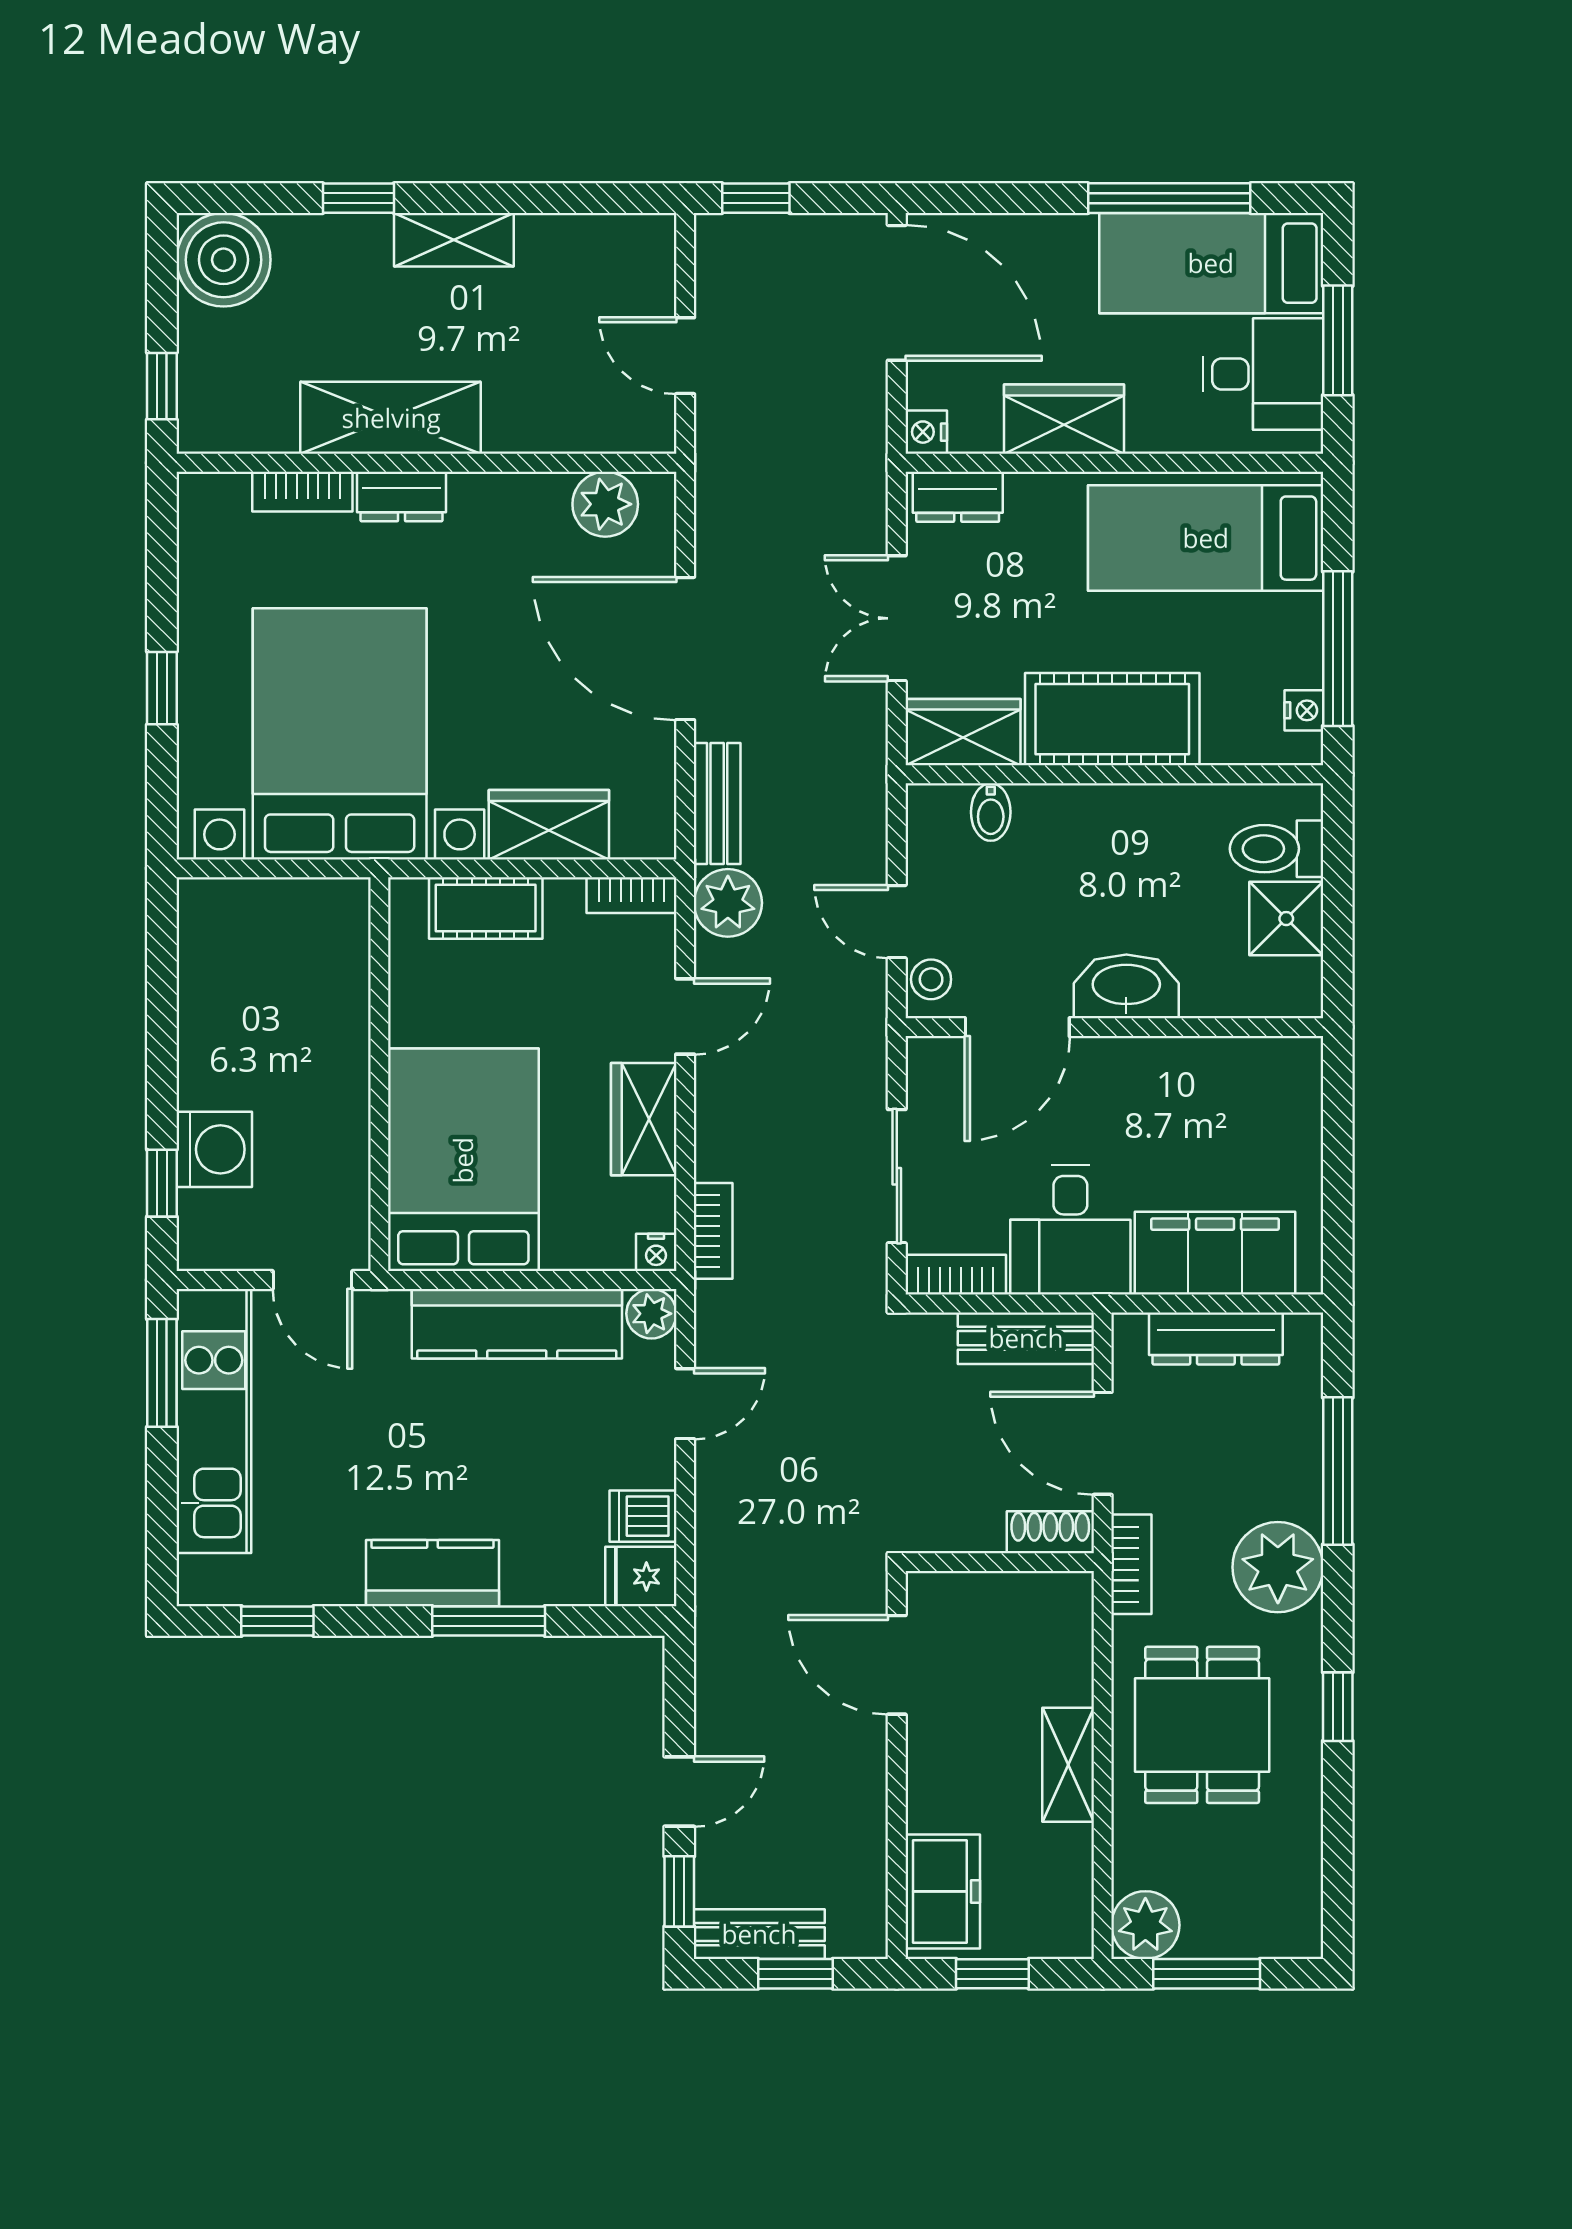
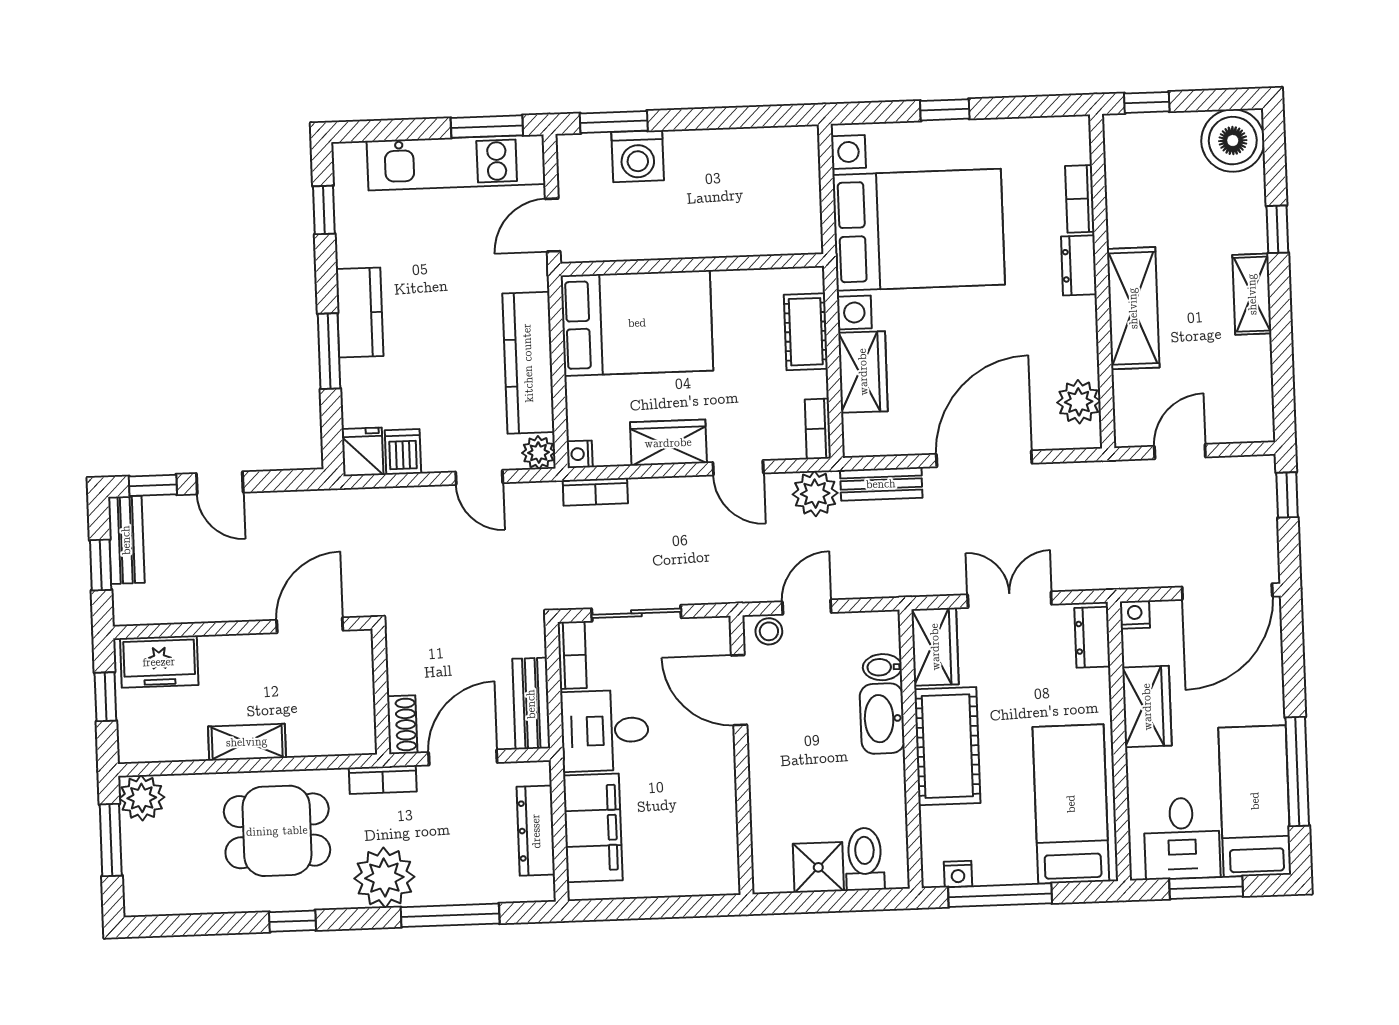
shelving: (391, 418) -> (1133, 308), moved
washbasin: (1126, 986) -> (882, 719), moved, turned 180
window: (162, 1183) -> (614, 122), width x1.50

